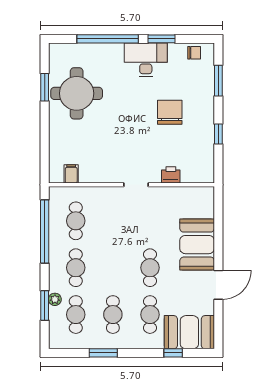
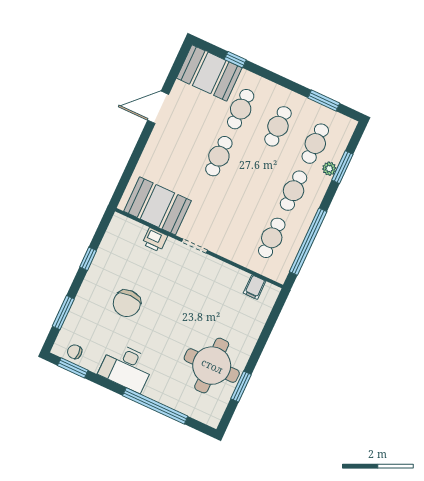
window: (162, 39) -> (73, 368), moved
booth: (197, 245) -> (157, 206), moved, turned 90
window: (103, 353) -> (324, 101), moved

